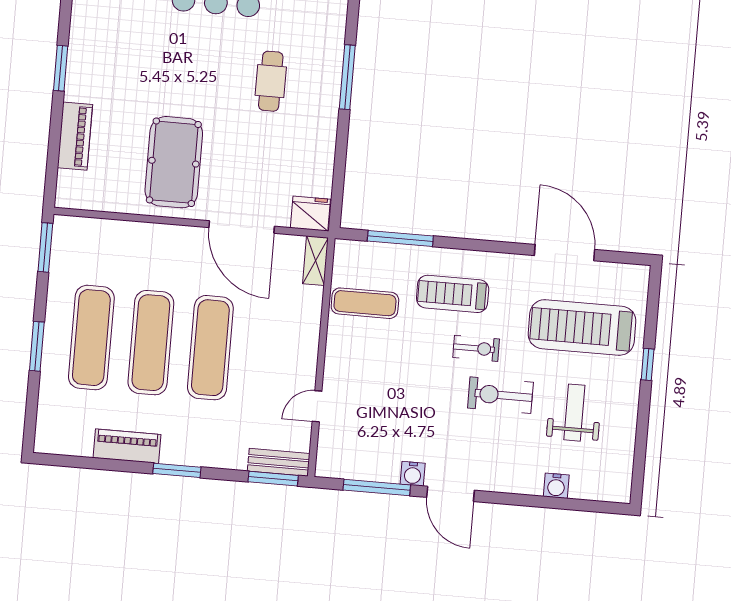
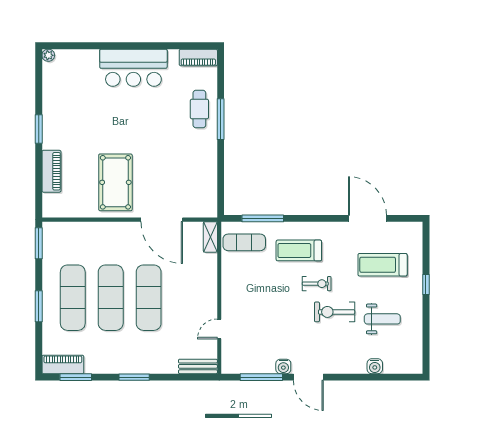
cafe table: (271, 81) -> (199, 109), moved
fridge: (310, 214) -> (205, 207), removed
exercise mat: (365, 303) -> (244, 242), moved
treadmill: (582, 327) -> (383, 265), width x0.73, depth x0.73
weight bench: (574, 413) -> (382, 319), turned 90
piano: (127, 446) -> (63, 364), moved
window: (273, 479) -> (76, 377), moved

